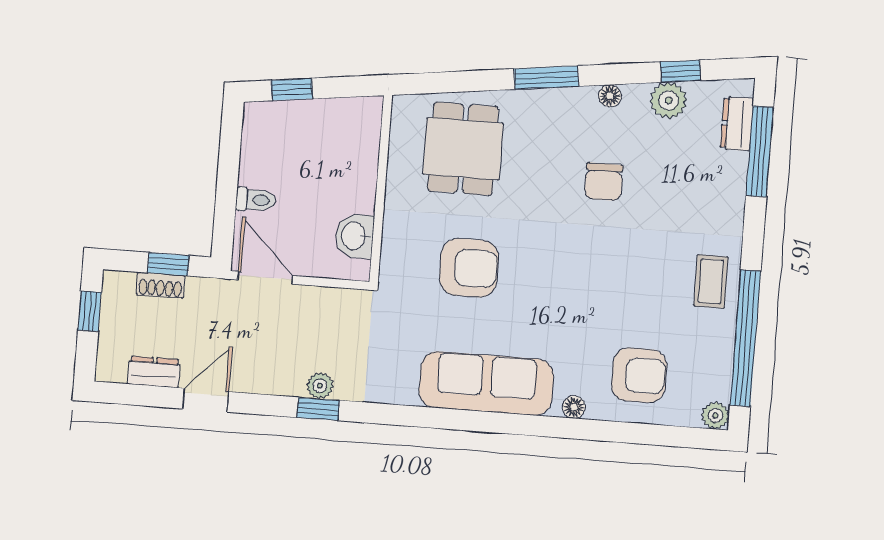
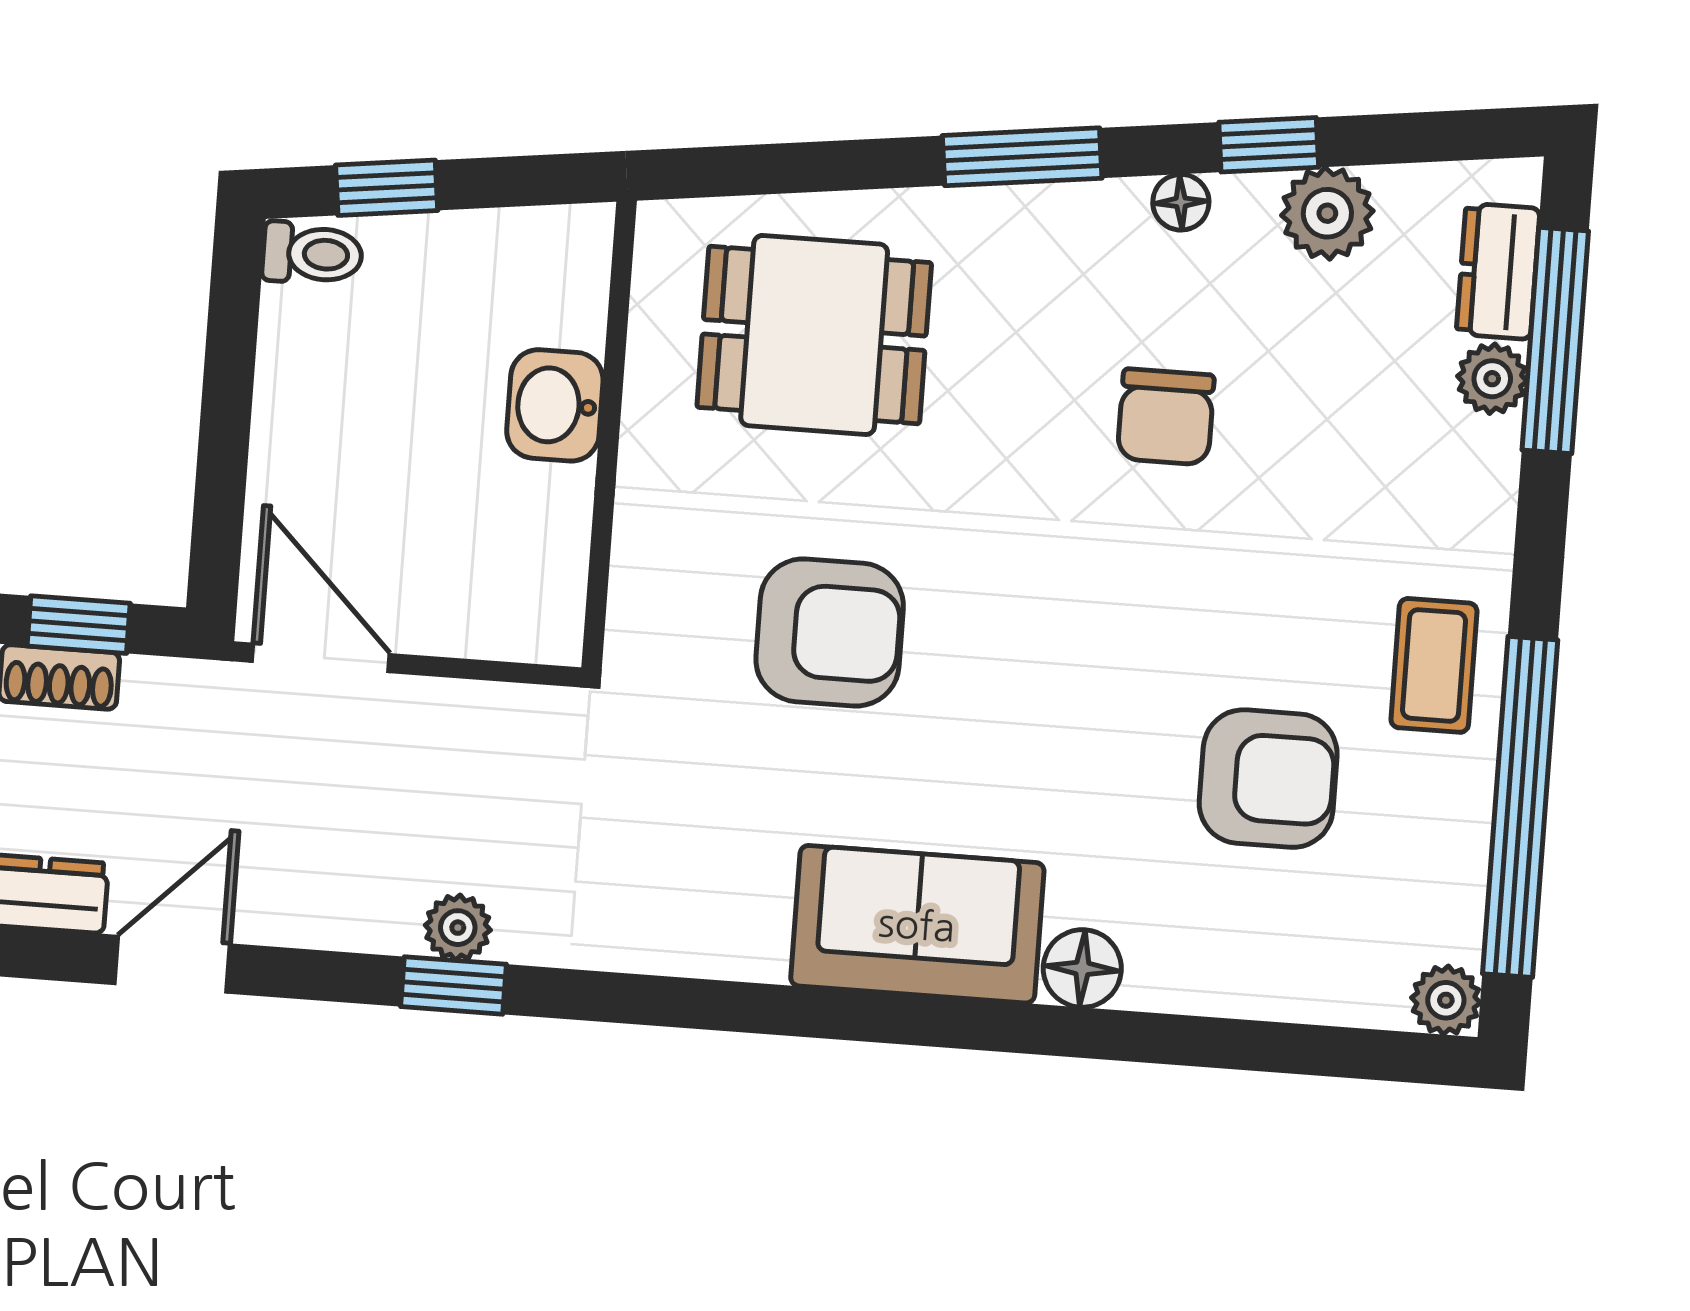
window: (681, 71) -> (1269, 145), moved
dining table: (463, 149) -> (814, 335), turned 90
plant: (734, 167) -> (1492, 379), added
toilet: (256, 200) -> (312, 254), moved
washbasin: (355, 236) -> (555, 405), moved
armchair: (639, 375) -> (1268, 779), moved
sofa: (486, 383) -> (917, 924), width x0.73
floor lamp: (574, 407) -> (1082, 968), width x1.37, depth x1.37

